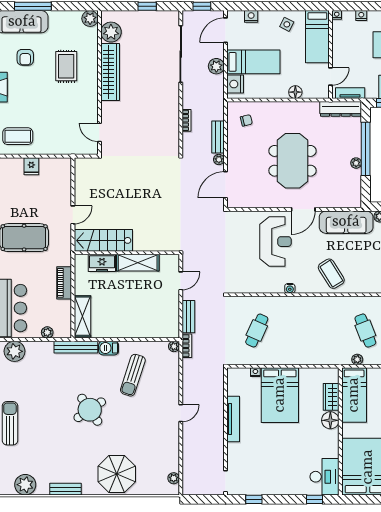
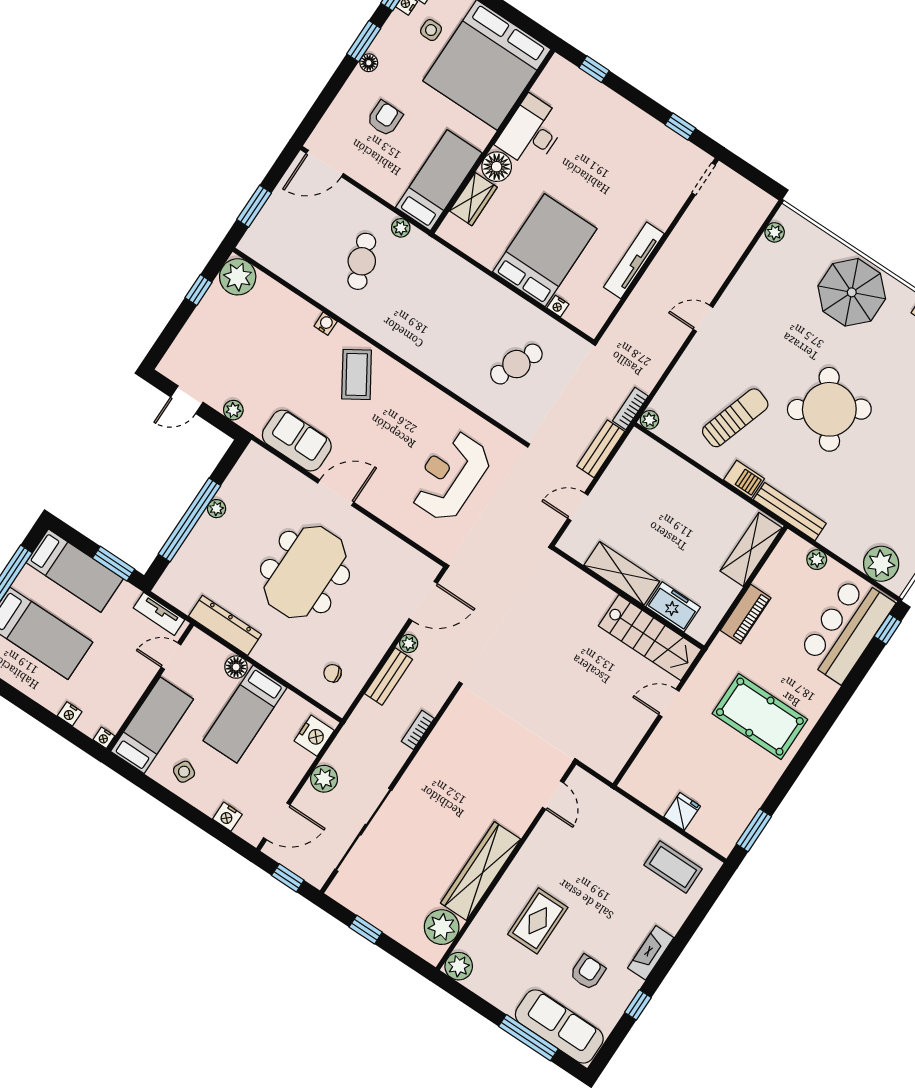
bed: (253, 62) -> (245, 714), moved, turned -90
dresser: (341, 109) -> (225, 625), moved
sofa: (346, 222) -> (297, 441), width x0.73
reception desk: (275, 242) -> (450, 476), moved
water cooler: (290, 288) -> (326, 324), moved
round table: (90, 410) -> (829, 409), width x1.36, depth x1.36
desk: (325, 477) -> (531, 132), moved

